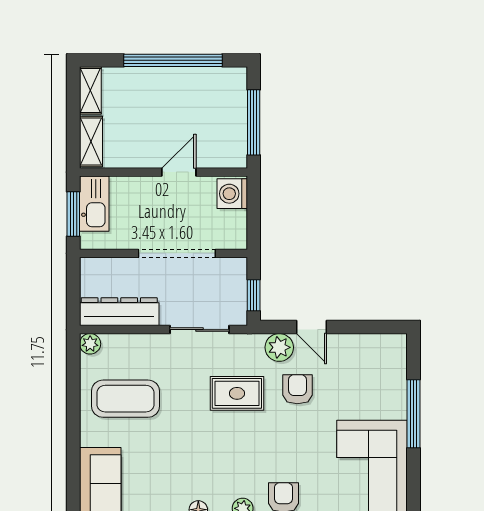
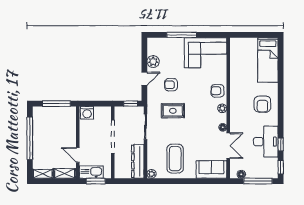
door: (179, 172) -> (78, 155), moved
plant: (279, 347) -> (153, 61), moved
rug: (237, 393) -> (173, 111), turned 90

